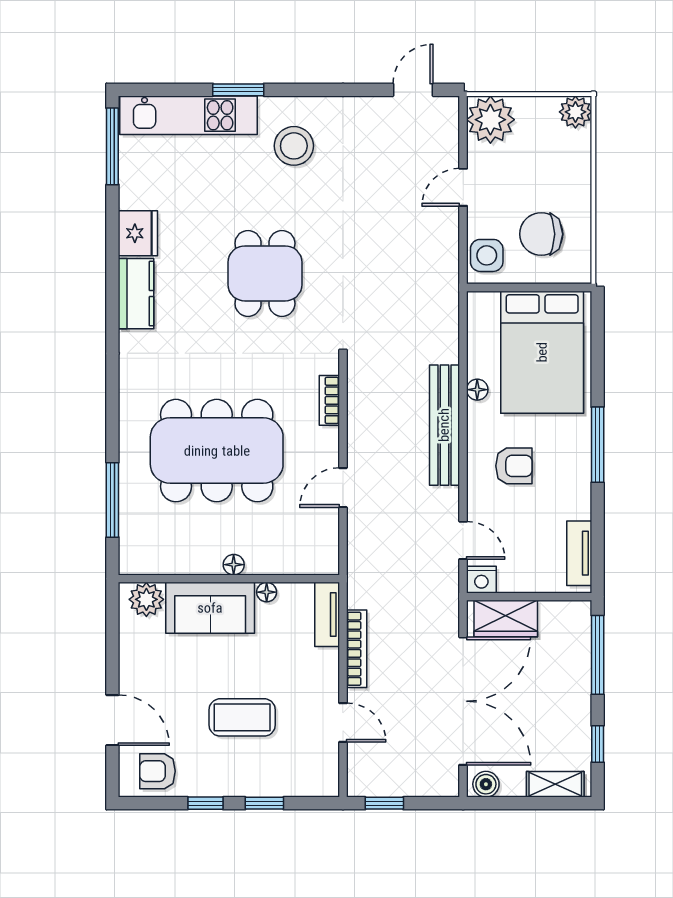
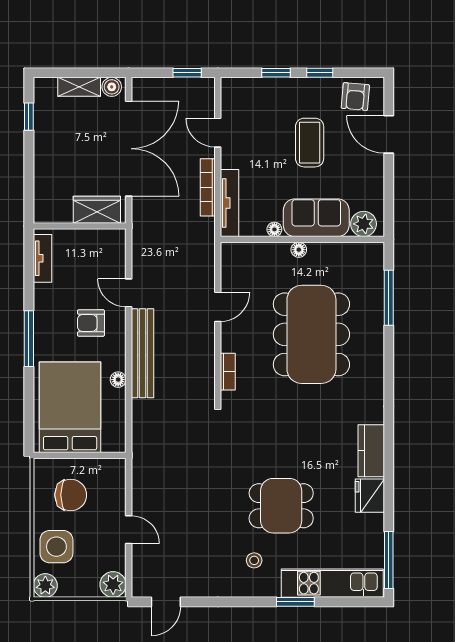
plant: (490, 120) -> (113, 585), width x0.73, depth x0.73
stool: (294, 146) -> (254, 560), width x0.53, depth x0.53
door: (463, 187) -> (129, 530), hinge flipped
side table: (487, 255) -> (56, 547), moved, width x1.37, depth x1.37
dining table: (265, 273) -> (281, 506), moved, turned 90
dining table: (217, 451) -> (311, 334), turned 90
door: (463, 540) -> (129, 293), moved
nightstand: (481, 580) -> (115, 239), removed
tv unit: (327, 614) -> (230, 203), width x1.41
window: (598, 655) -> (29, 183), removed
double door: (463, 701) -> (129, 149), swing flipped
coffee table: (242, 717) -> (310, 143), moved, turned 90
armchair: (157, 771) -> (355, 97), turned 95
shelving: (555, 784) -> (79, 87), moved

